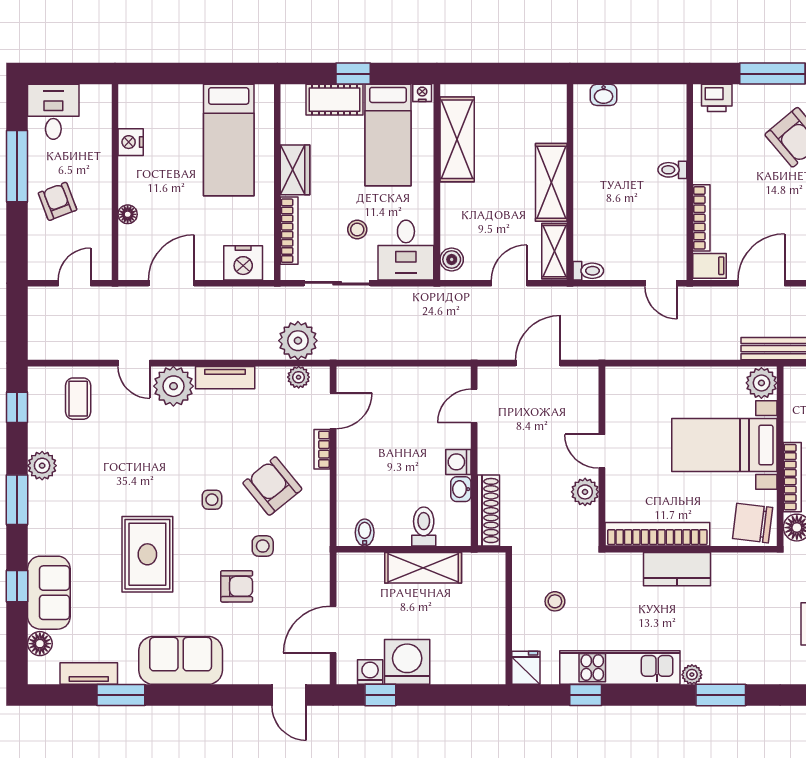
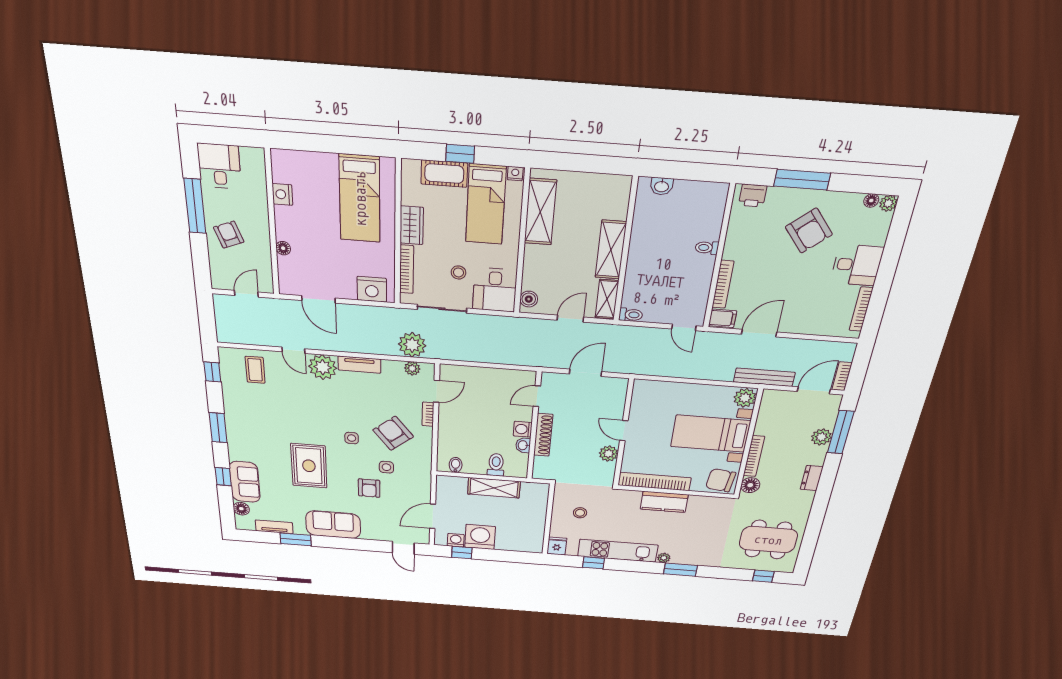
door: (171, 283) -> (318, 299), swing flipped
plant: (42, 466) -> (233, 409), removed
shoe rack: (488, 511) -> (543, 435), moved
armchair: (237, 586) -> (369, 488), turned 90

